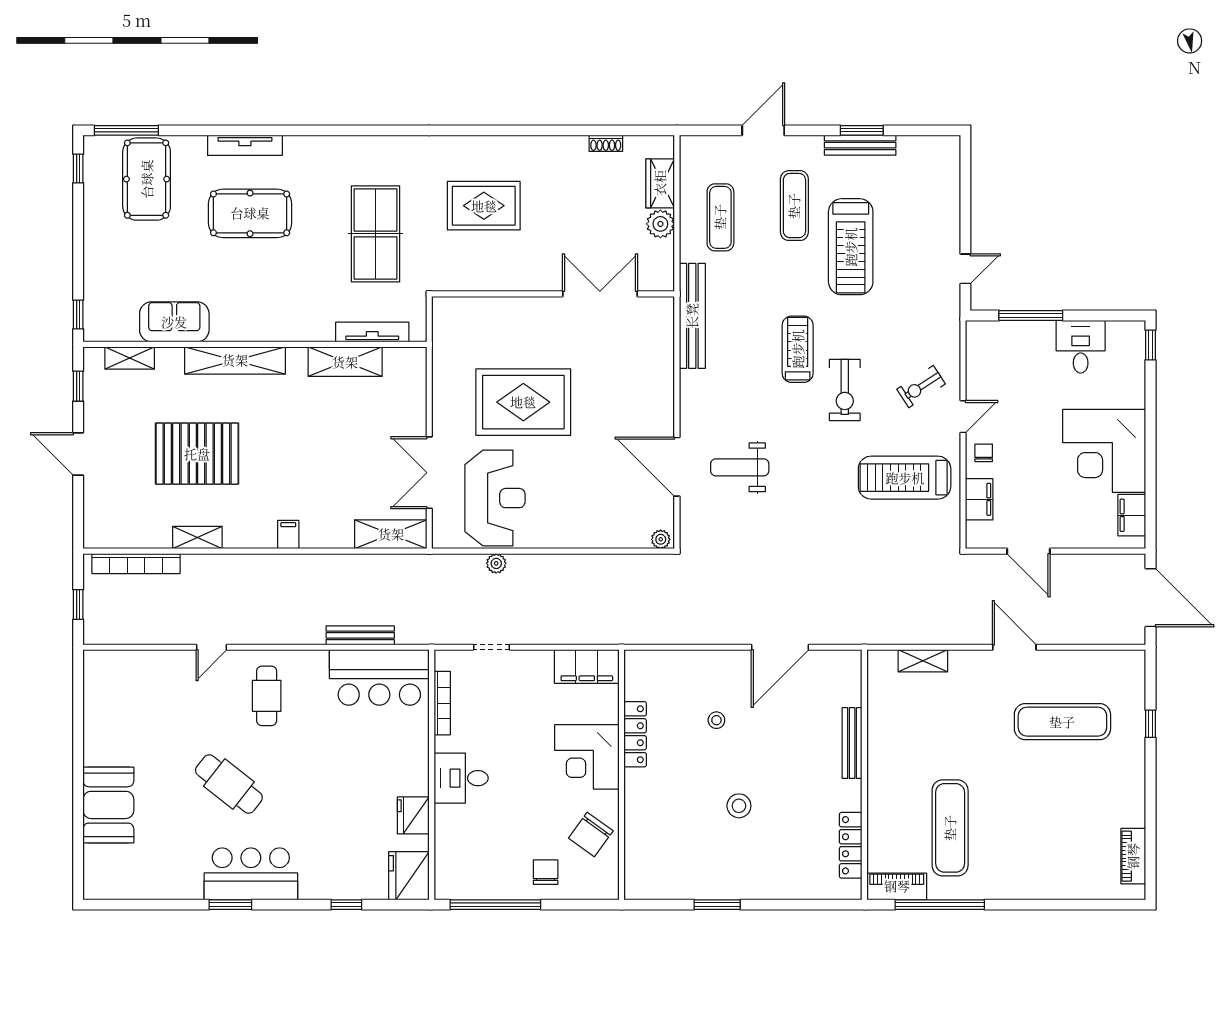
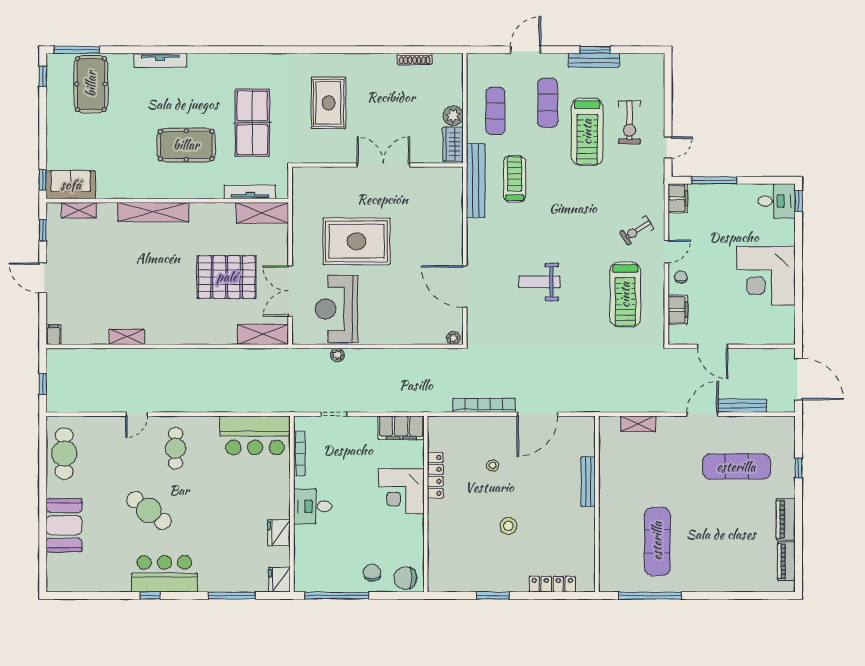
shoe rack: (606, 143) -> (415, 59), width x1.43
wardrobe: (660, 183) -> (453, 144), moved
rug: (484, 206) -> (329, 103), turned 90
pool table: (250, 213) -> (186, 145), moved
double door: (600, 294) -> (383, 165), moved
sofa: (174, 322) -> (71, 185), moved
desk: (1081, 347) -> (777, 201), moved, turned 90
treadmill: (798, 349) -> (515, 179), moved
shelving: (345, 362) -> (262, 213), moved
exercise bike: (845, 390) -> (629, 122), moved
pallet: (197, 454) -> (227, 277), moved
weight bench: (740, 467) -> (539, 282), moved
treadmill: (905, 478) -> (625, 295), turned -90
reception desk: (495, 498) -> (336, 309), turned 180
filing cabinet: (1132, 515) -> (678, 198), moved, turned 180
filing cabinet: (288, 535) -> (54, 335), moved
bookcase: (136, 564) -> (484, 405), moved, turned 180
bench: (360, 635) -> (743, 406), moved
door: (1014, 647) -> (703, 414), hinge flipped
cafe table: (109, 703) -> (64, 454), added
chair: (591, 834) -> (405, 578), moved, turned 54
locker: (851, 845) -> (552, 584), moved, turned 90
fridge: (409, 876) -> (279, 580), width x0.73, depth x0.75
piano: (897, 886) -> (786, 519), moved, turned -90
window: (230, 905) -> (150, 595), width x0.67
window: (346, 905) -> (232, 595), width x2.17

